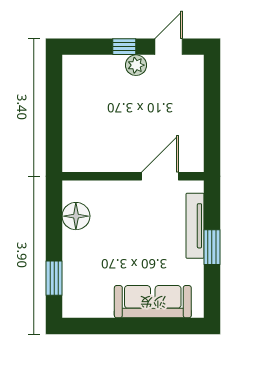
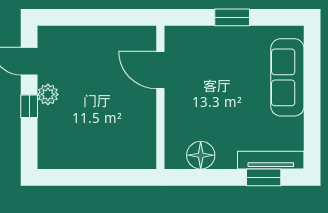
tv unit: (195, 226) -> (271, 160), moved, turned 180

